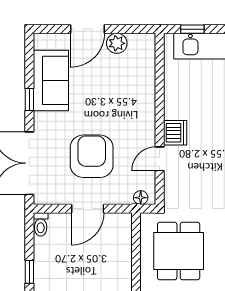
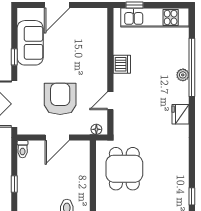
plant: (117, 43) -> (79, 15), removed
dishwasher: (175, 133) -> (122, 64), moved

